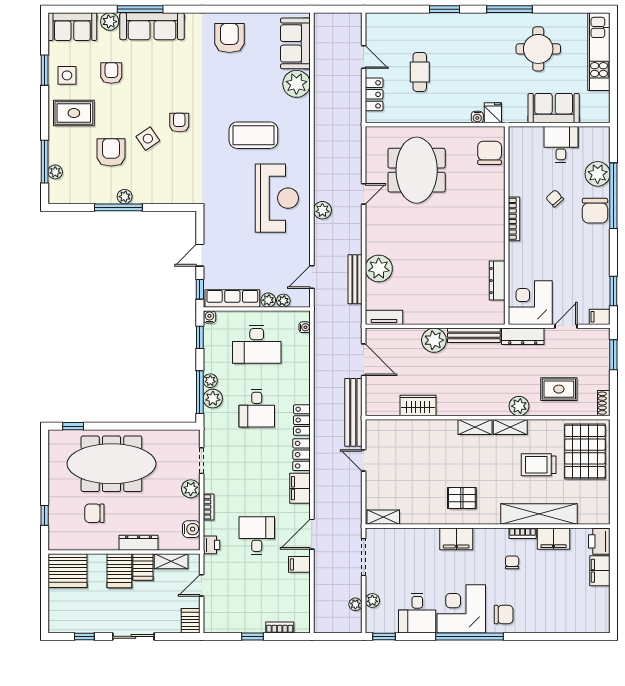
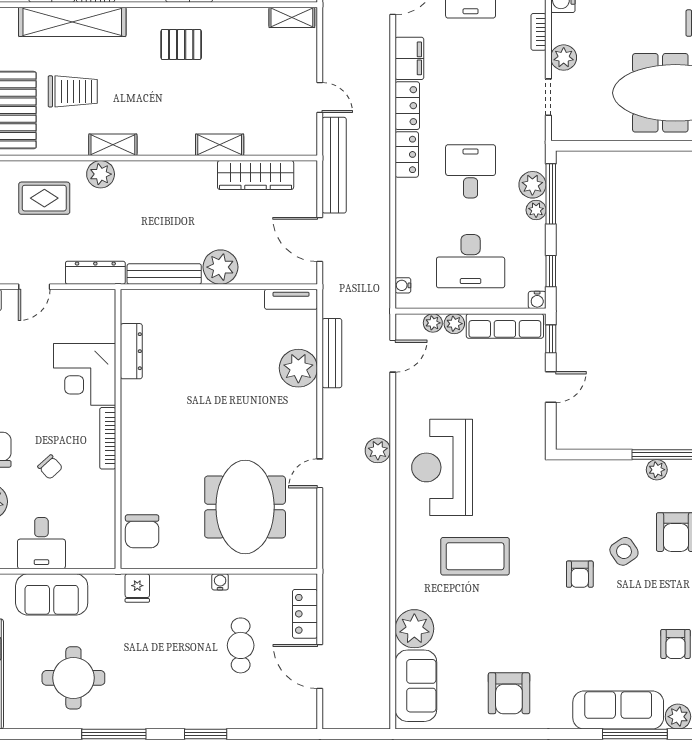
door: (364, 57) -> (320, 667), width x1.38
water cooler: (477, 117) -> (220, 582), moved
corner desk: (530, 303) -> (85, 374), moved, turned 90
desk: (257, 344) -> (471, 261), turned 180
wardrobe: (418, 405) -> (256, 175), width x1.50
shelving: (475, 427) -> (220, 145), moved

